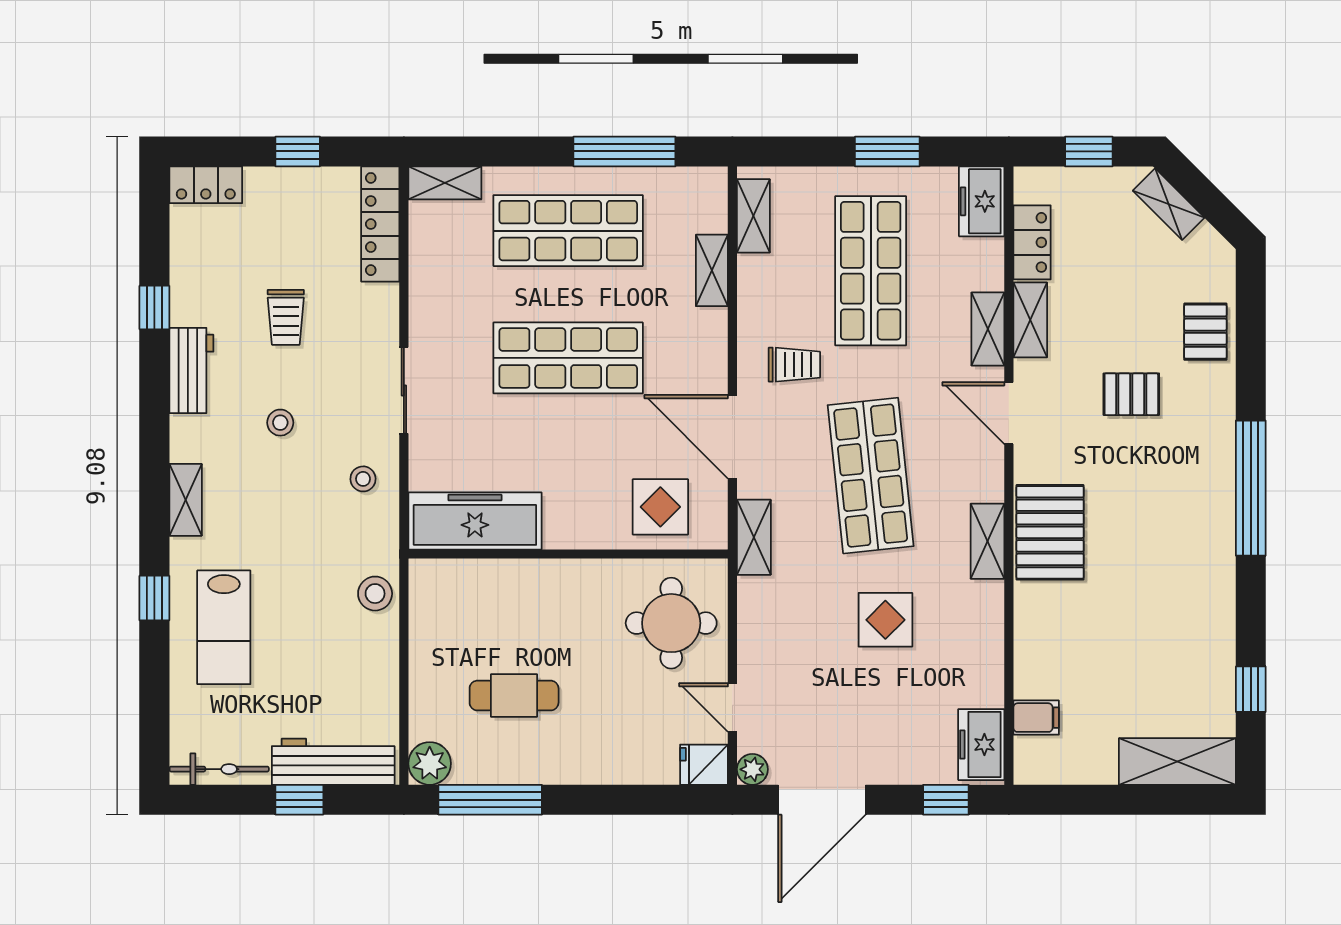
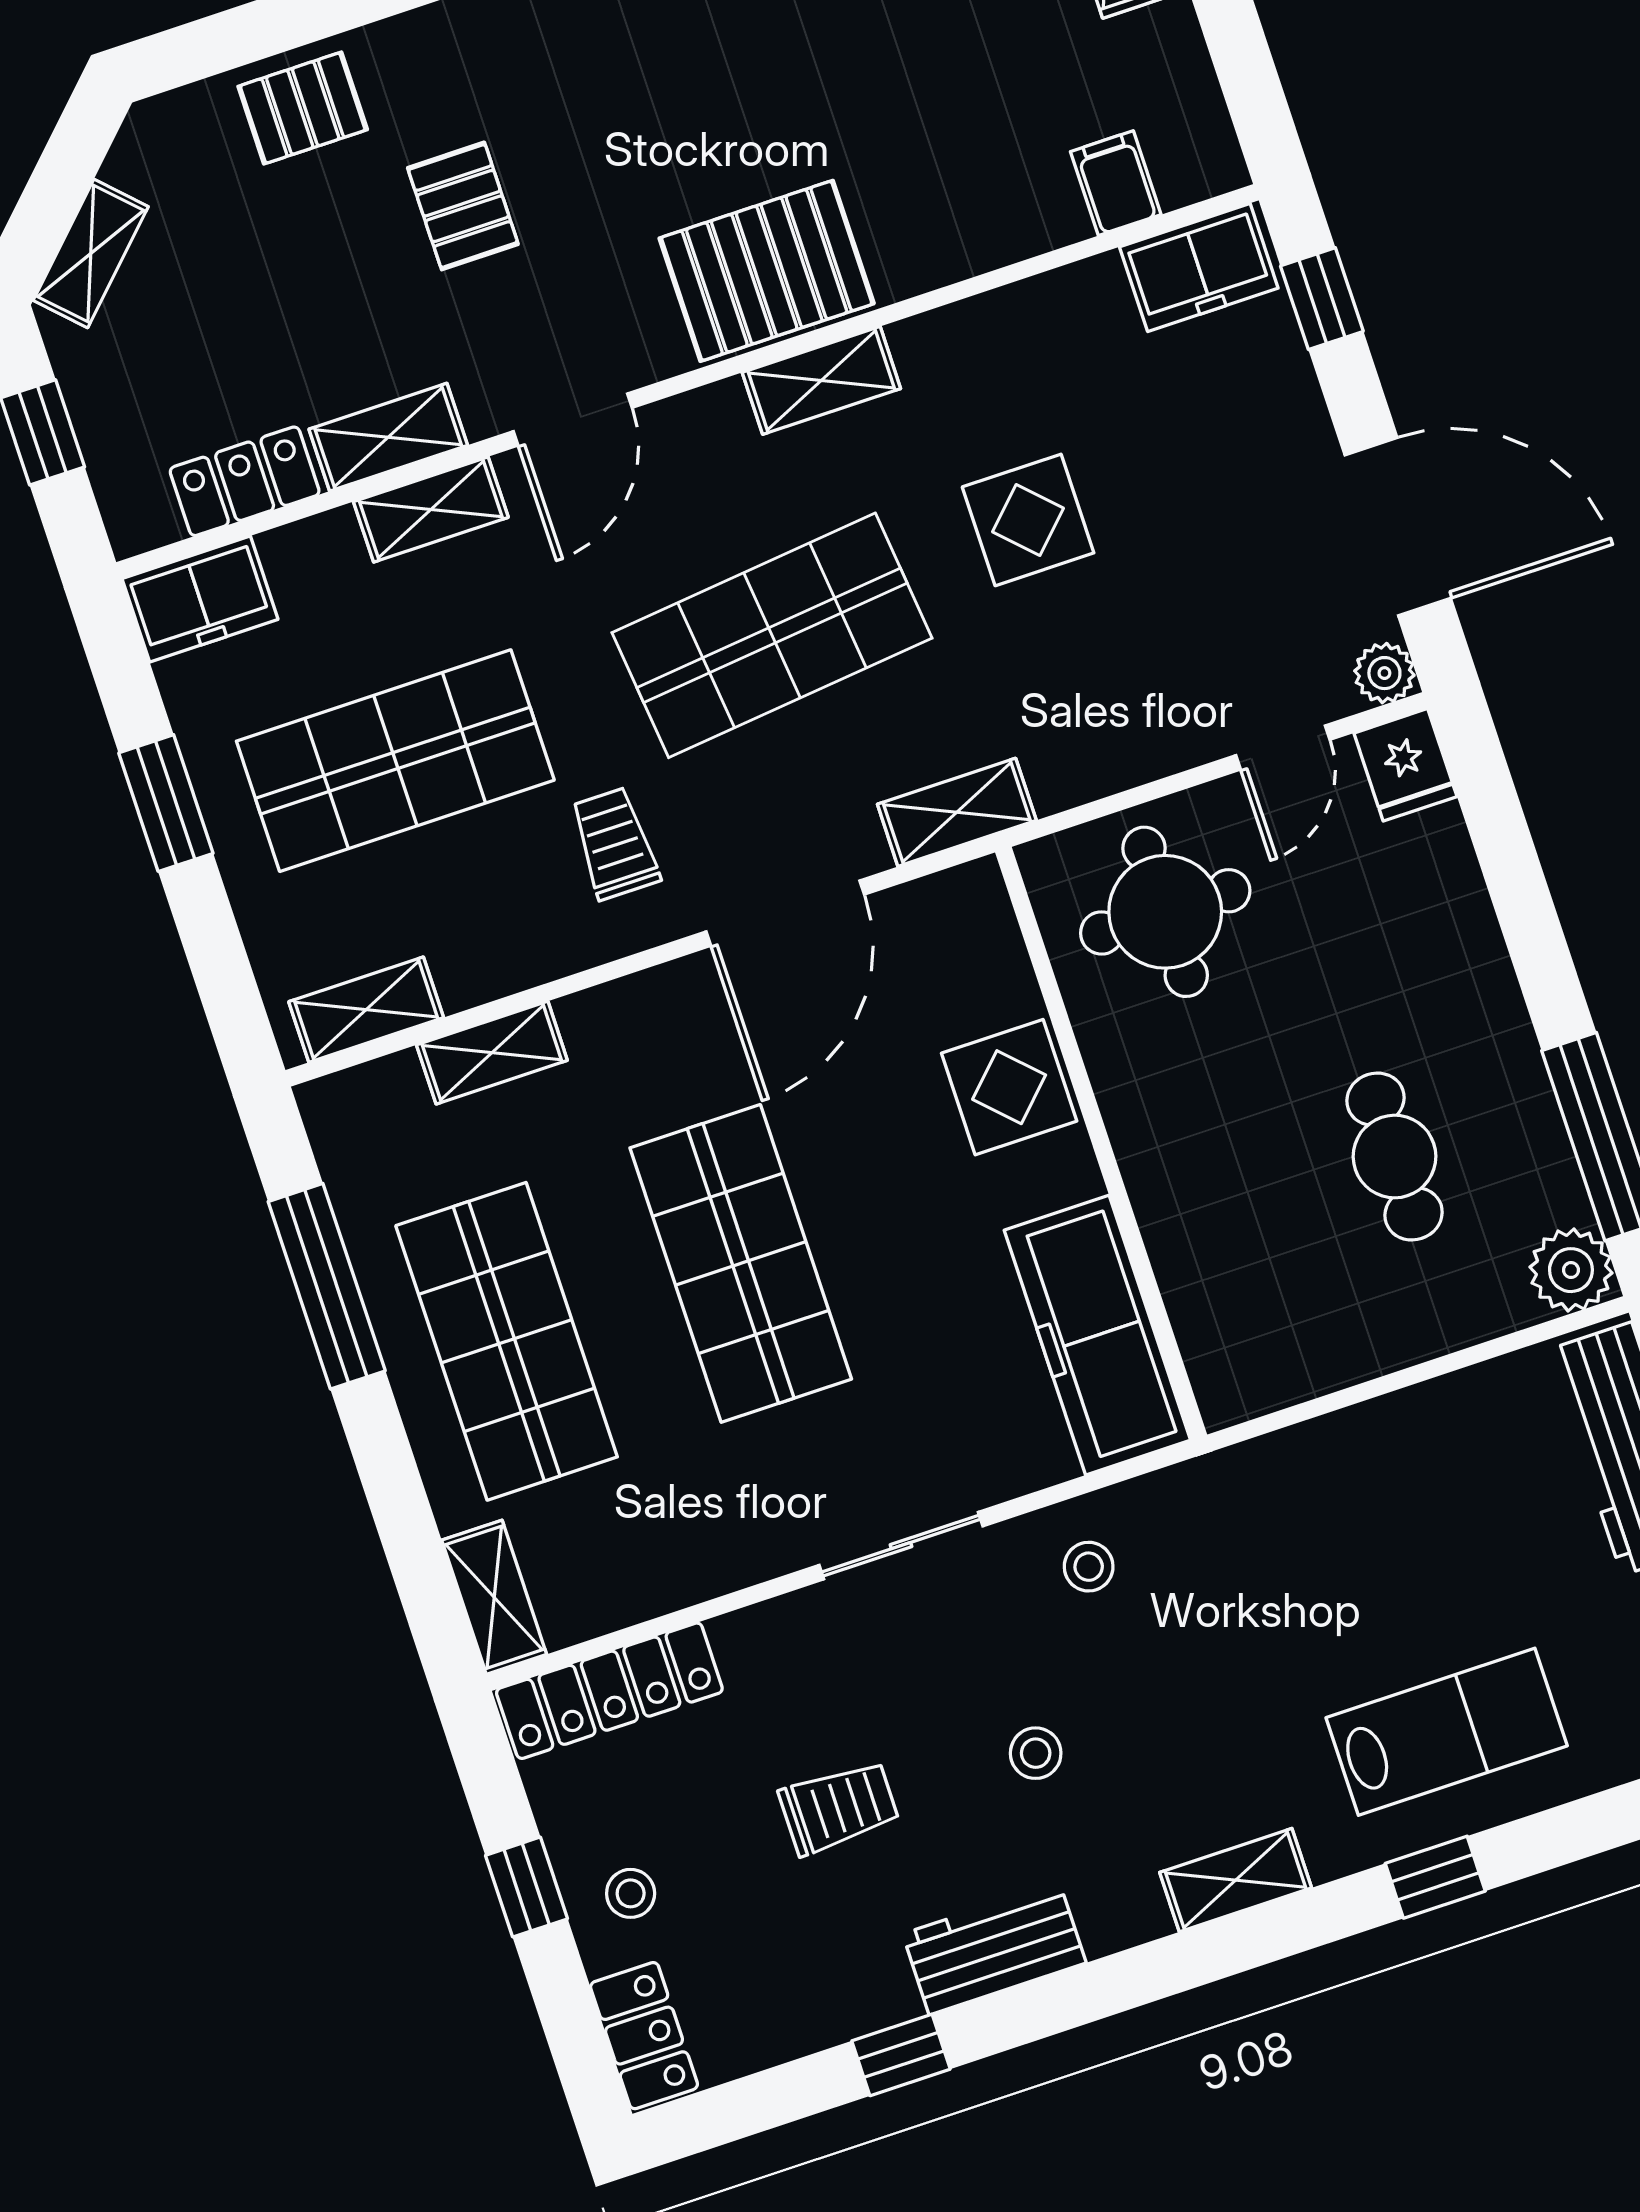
display table: (660, 507) -> (1009, 1087), moved
stool: (375, 594) -> (631, 1893), moved, width x0.73, depth x0.73

